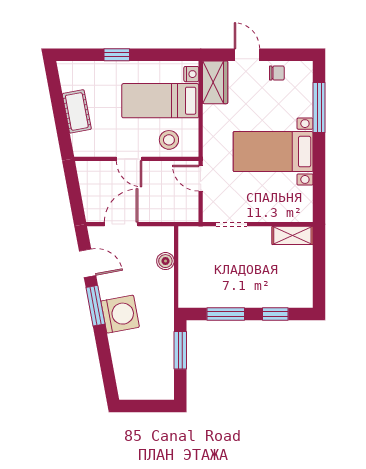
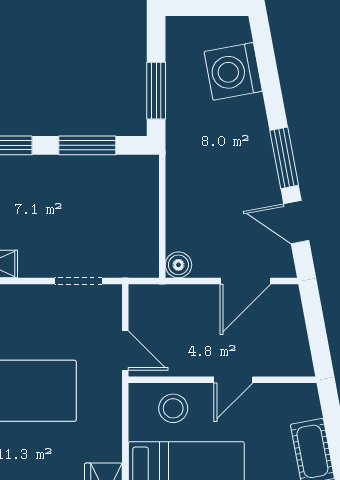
door: (129, 159) -> (233, 380), swing flipped
boiler: (165, 261) -> (178, 265), moved
washing machine: (120, 314) -> (233, 71), moved

